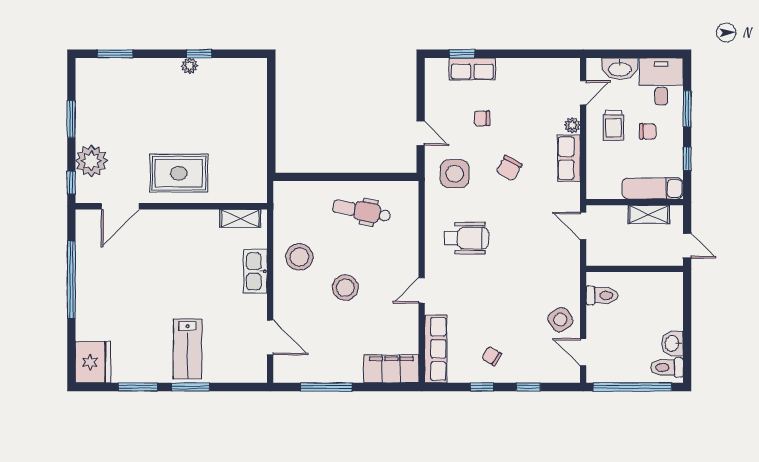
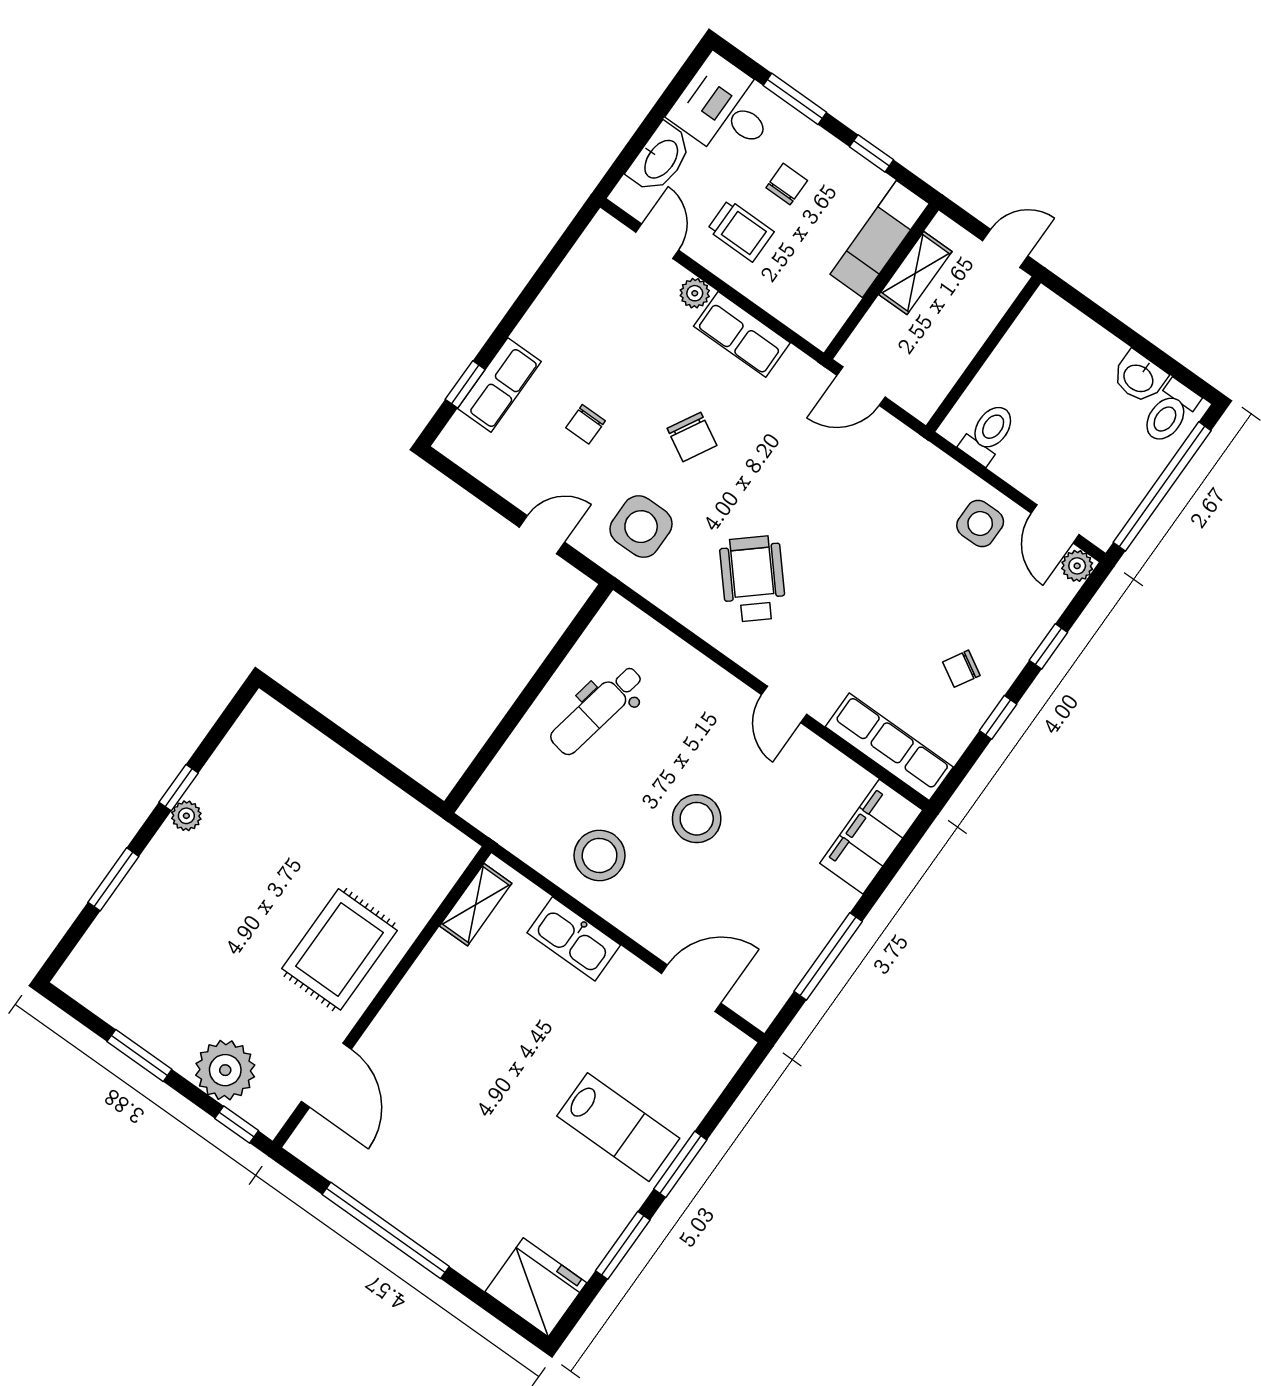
window: (115, 54) -> (113, 879), moved
wheelchair: (466, 238) -> (753, 579), turned -41
side table: (560, 320) -> (980, 524), turned 33
door: (583, 352) -> (1055, 524), hinge flipped
plant: (572, 375) -> (1077, 566), added

